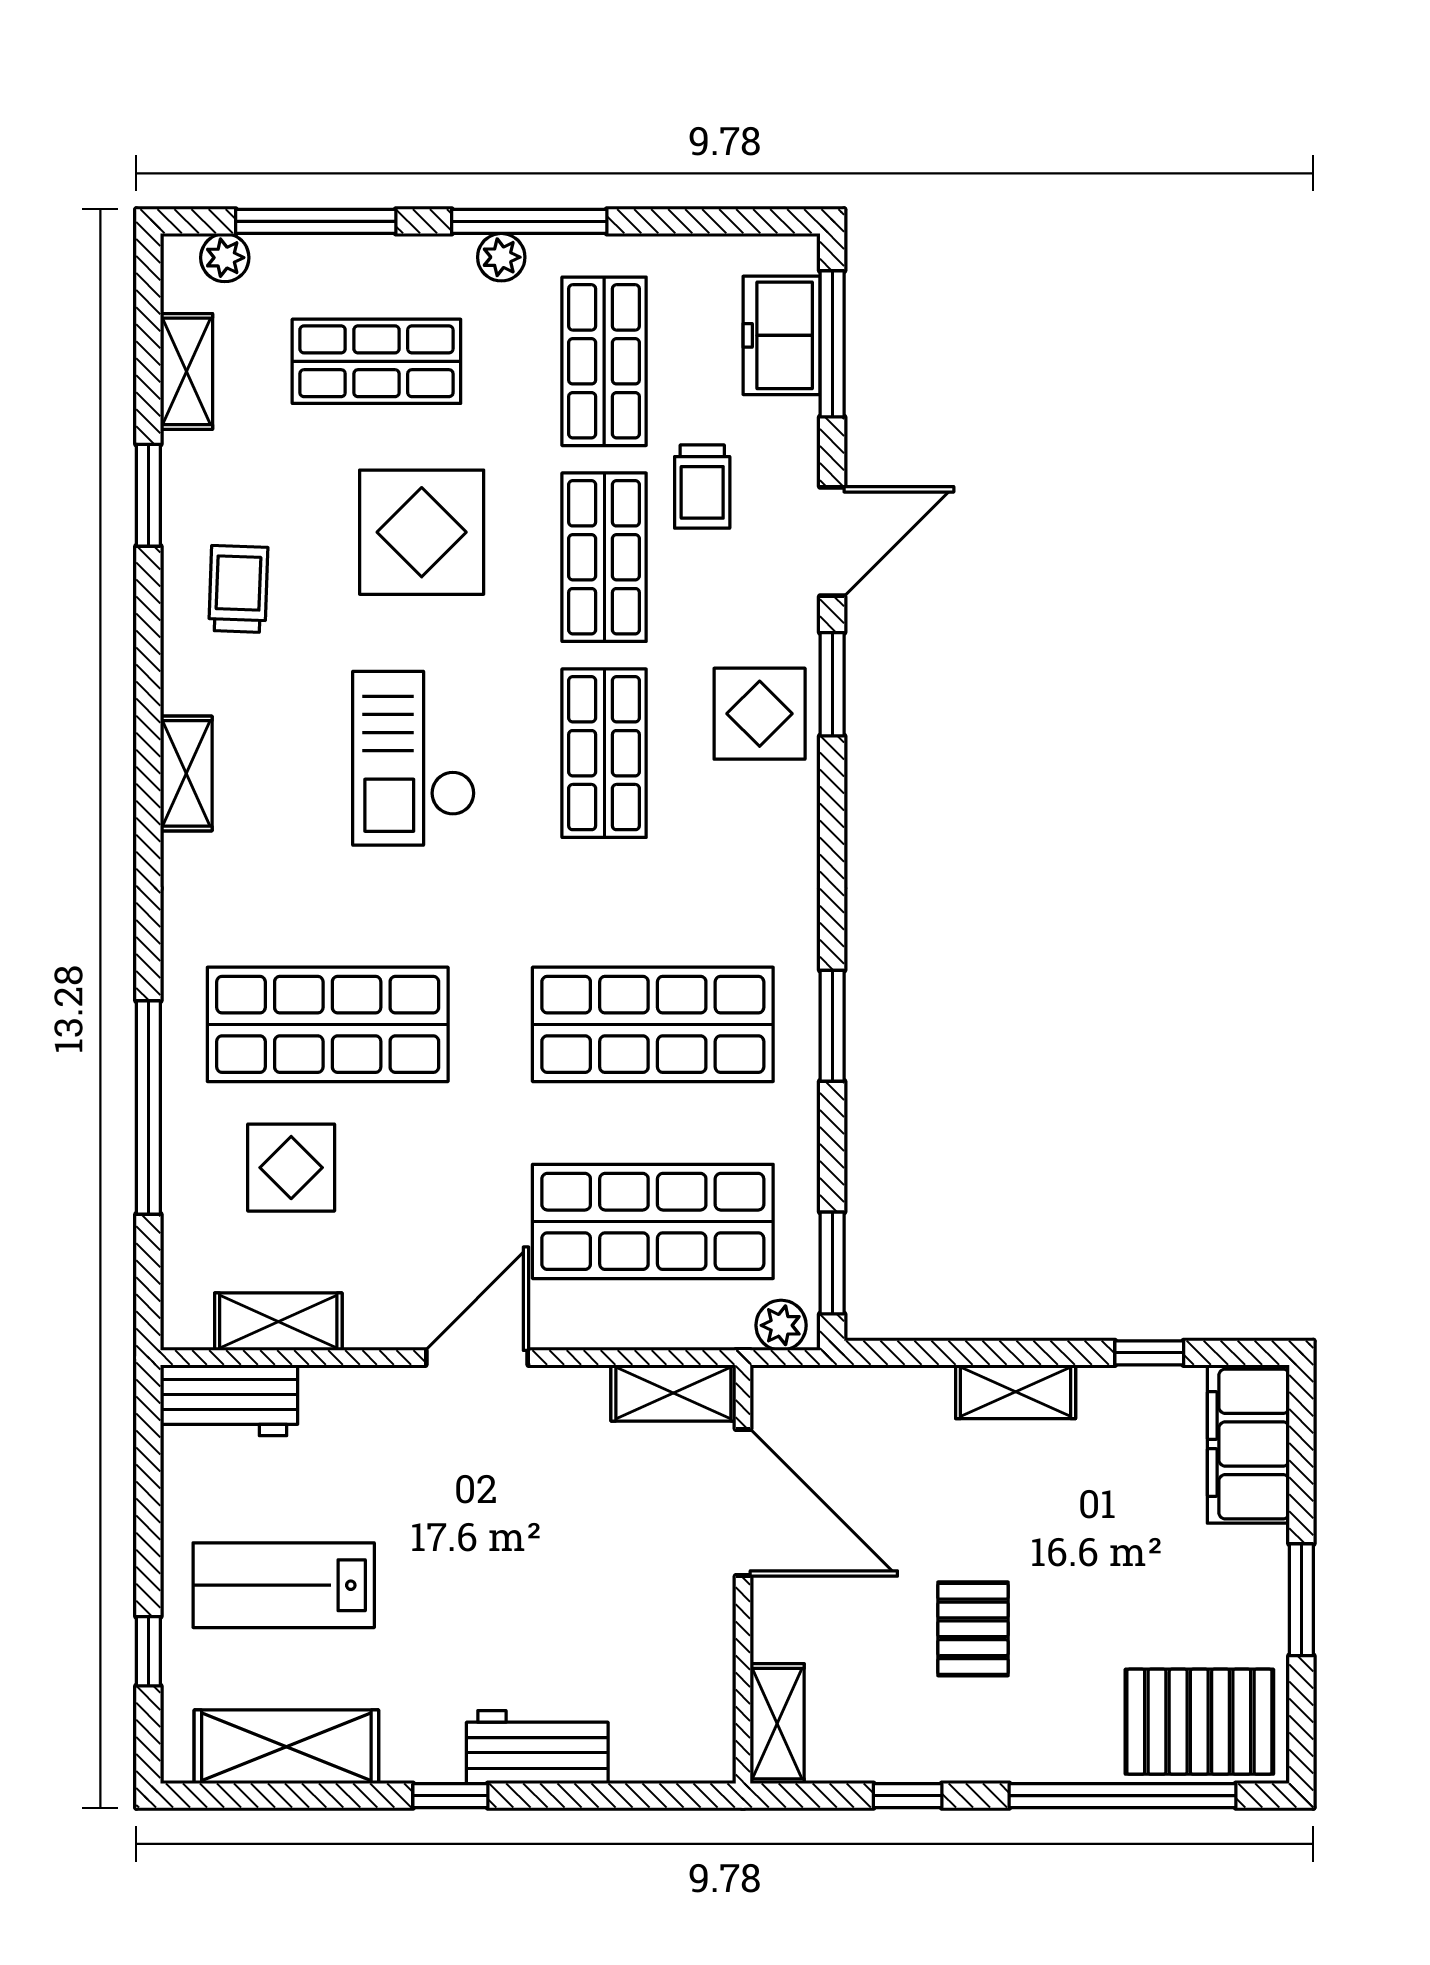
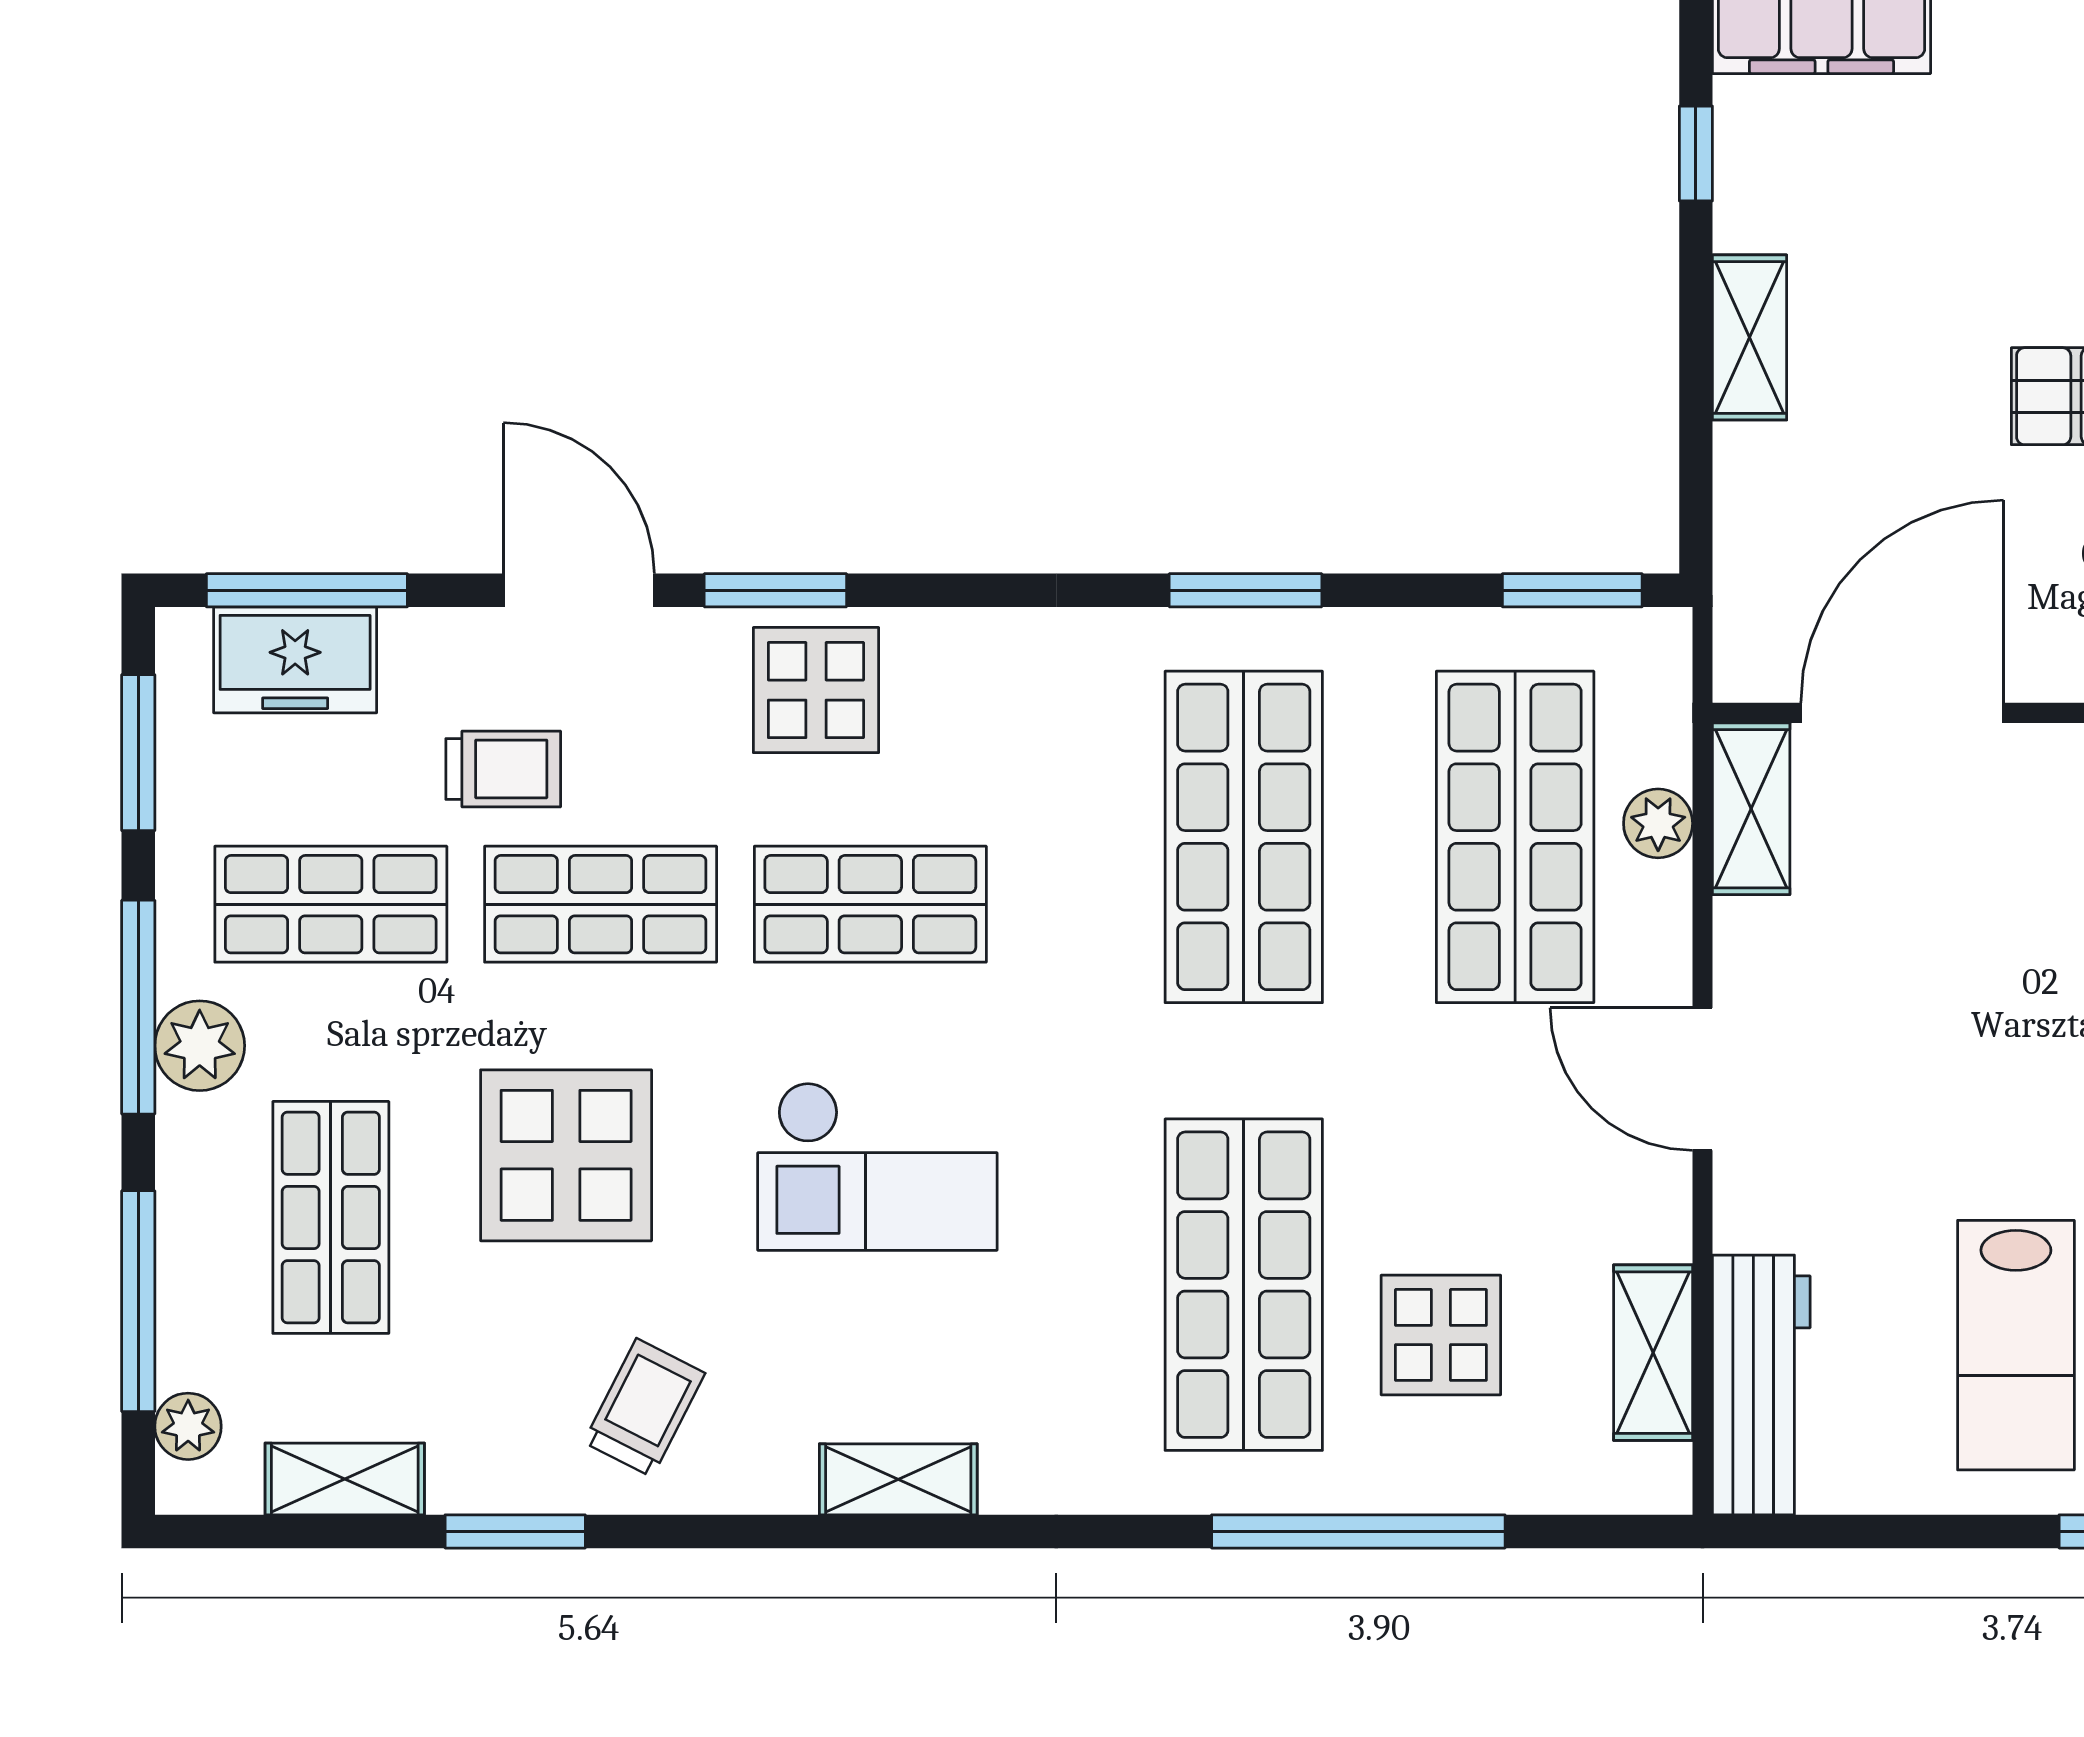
window: (714, 221) -> (138, 753), added
plant: (501, 257) -> (200, 1046), width x1.38, depth x1.38
trolley: (238, 589) -> (644, 1408), turned 115
plant: (781, 1325) -> (1658, 823), moved
workbench: (229, 1400) -> (1761, 1385), width x1.38

